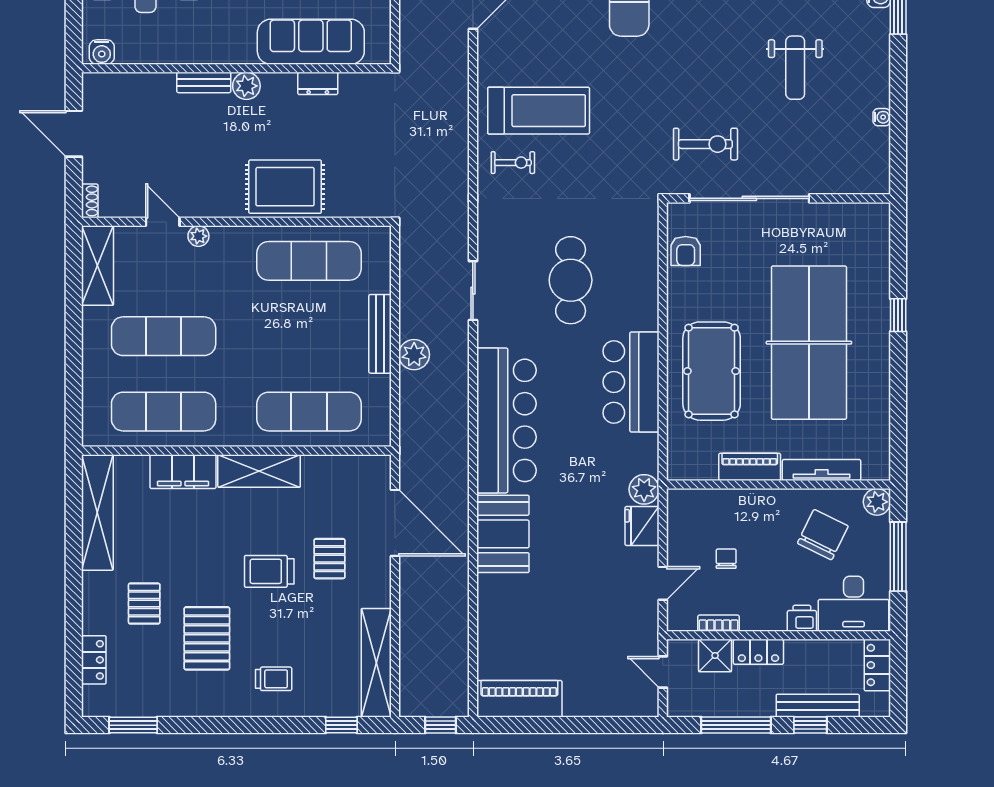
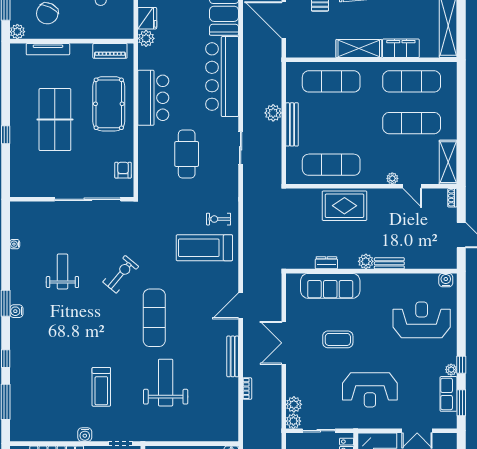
exercise bike: (705, 144) -> (121, 274), moved, turned 130
table tennis table: (809, 343) -> (55, 120), width x0.73, depth x0.76
piano: (750, 467) -> (110, 51), moved

